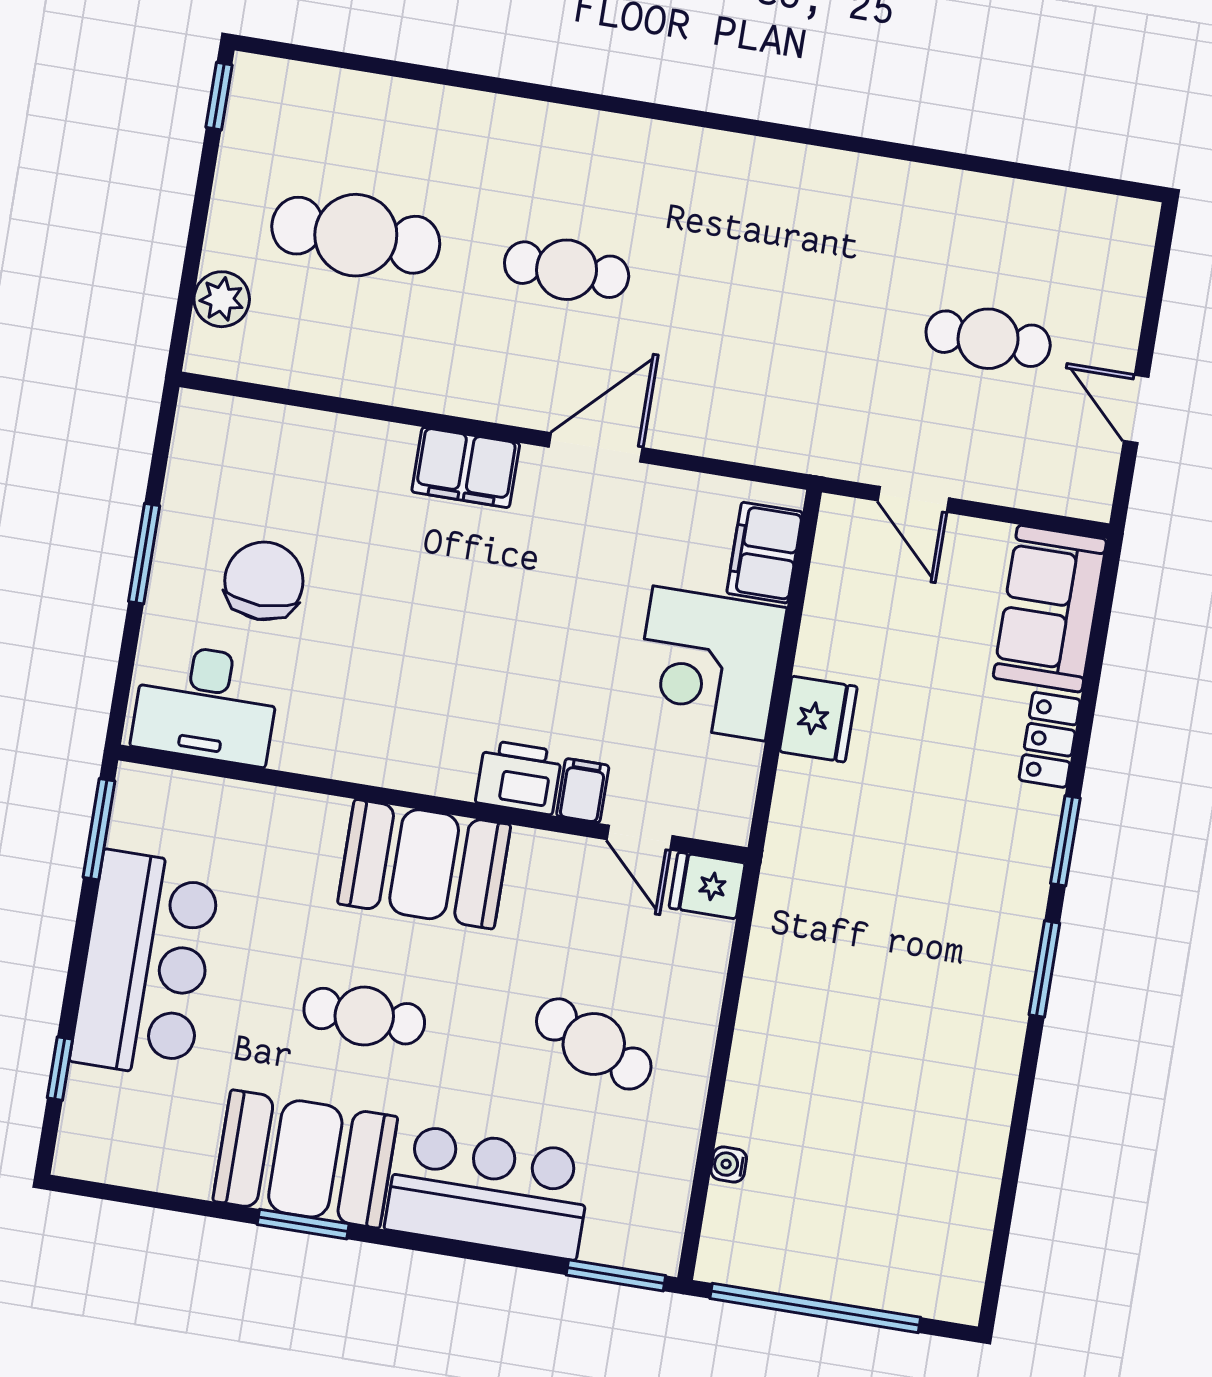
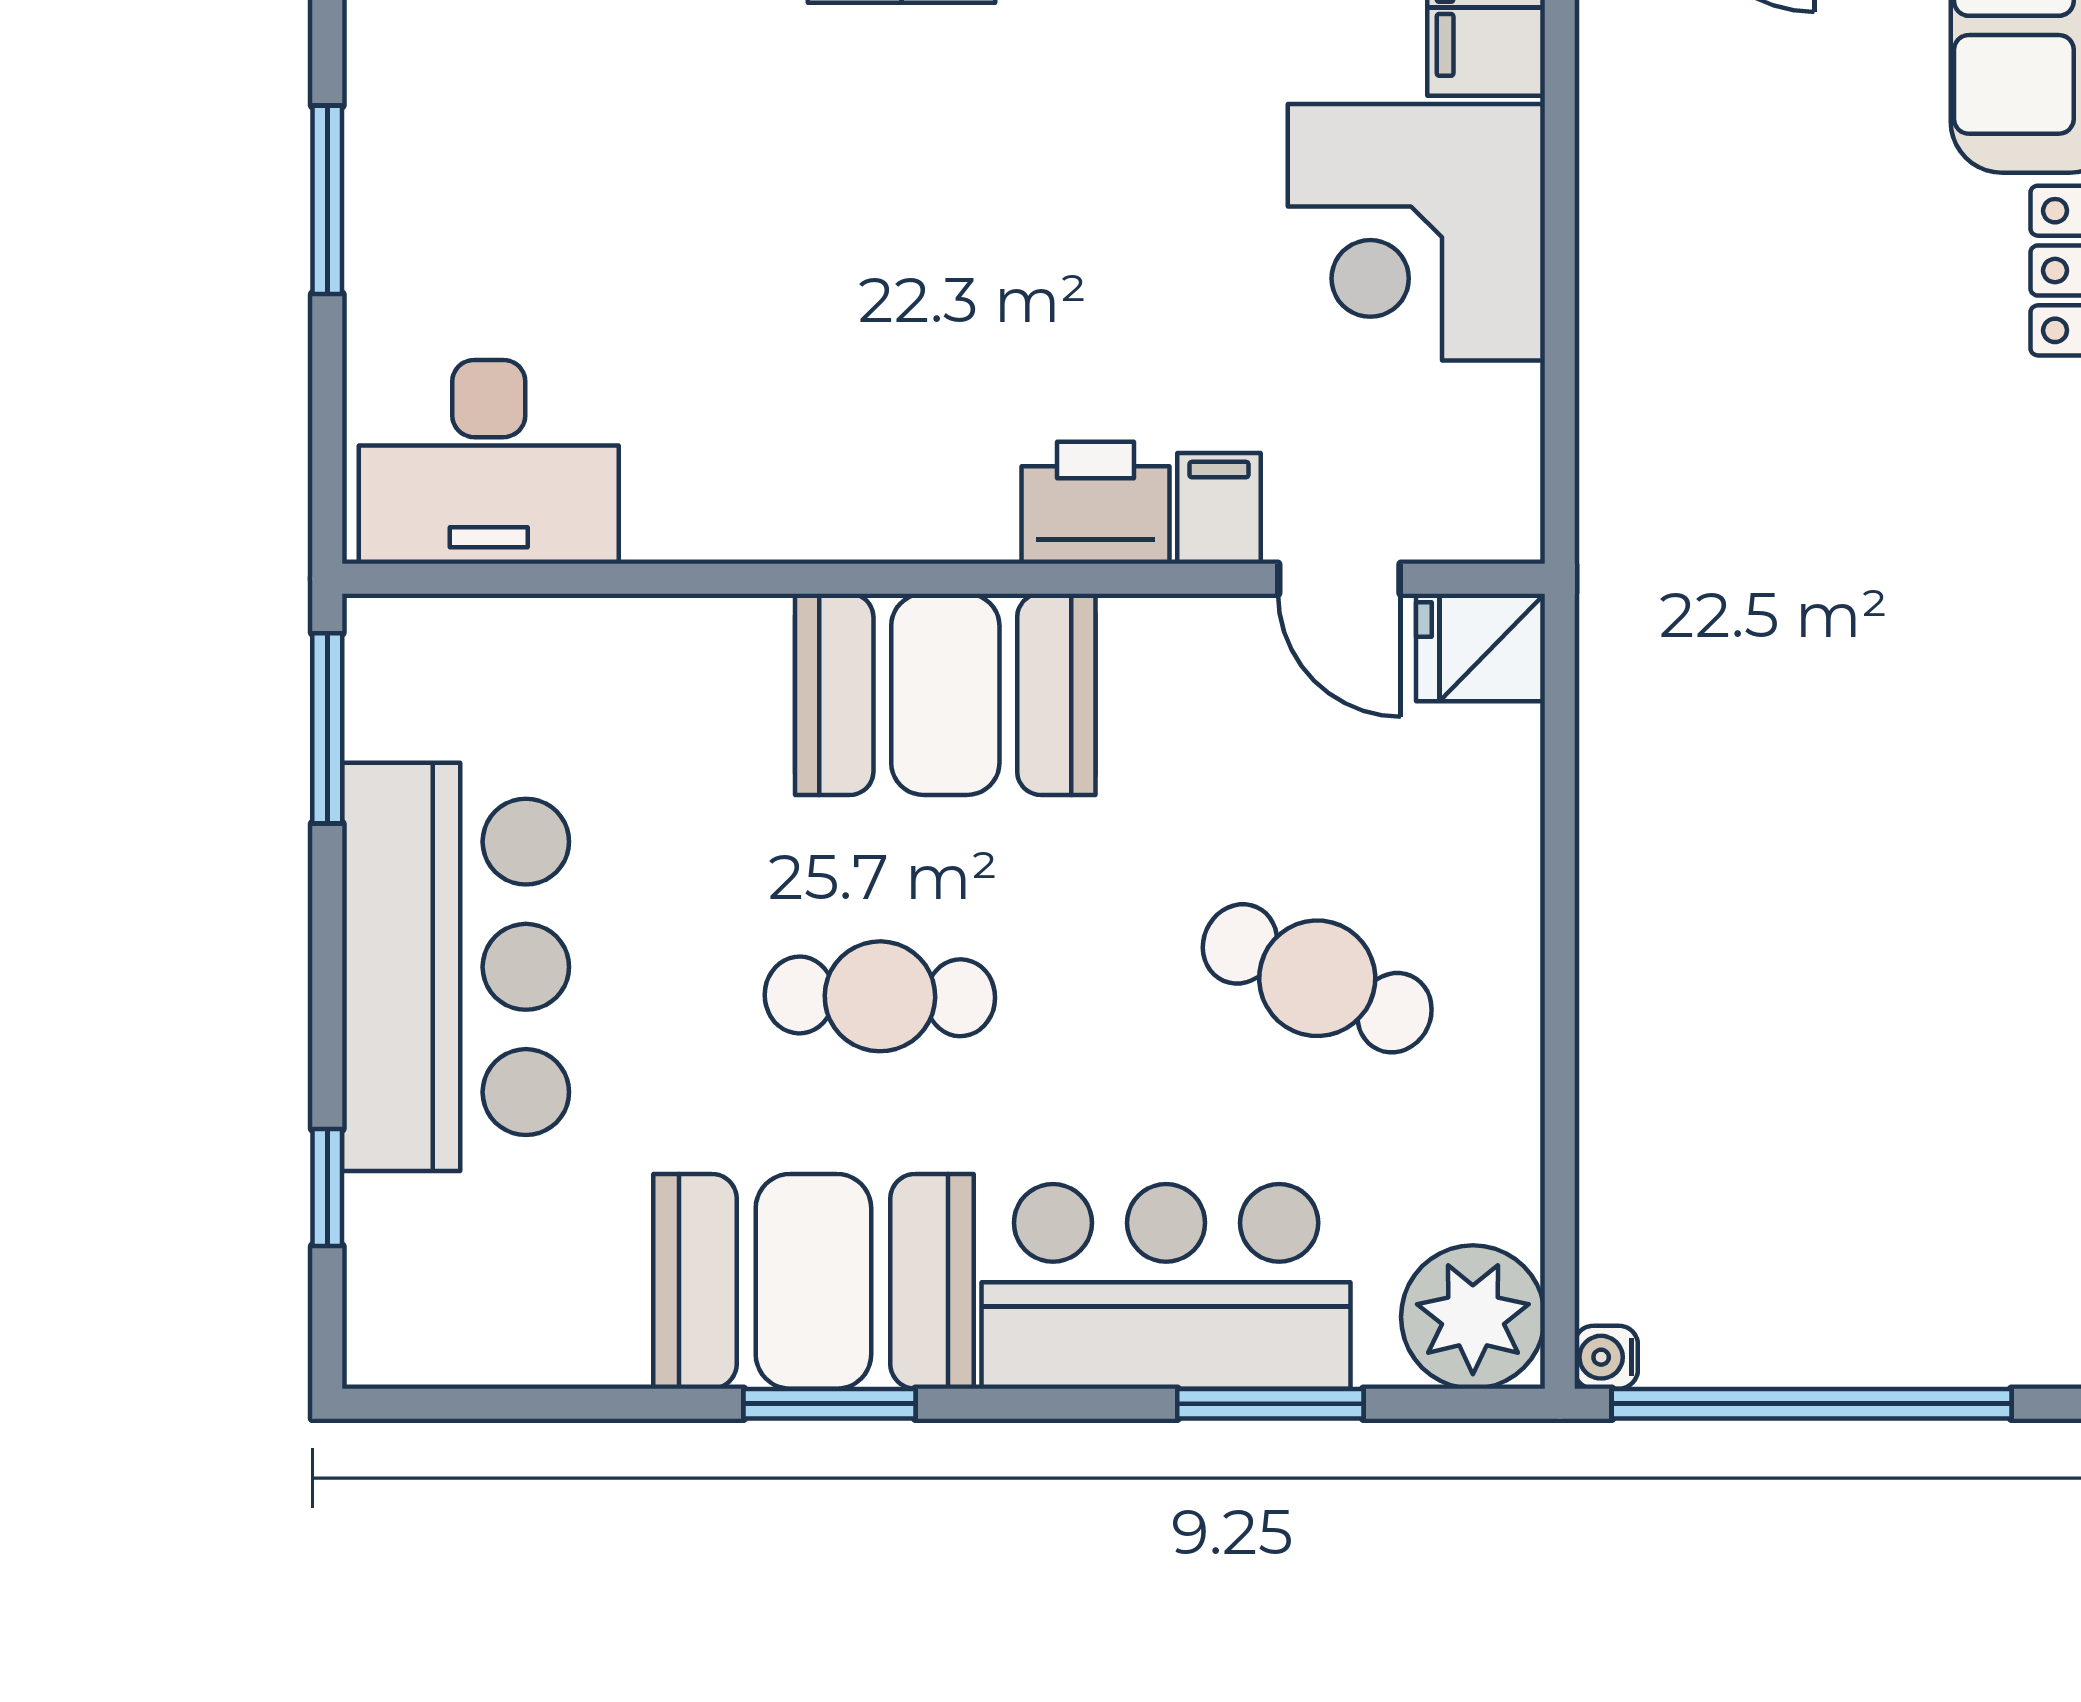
chair: (264, 581) -> (559, 214), removed
fridge: (818, 719) -> (1637, 303), removed
water cooler: (729, 1164) -> (1606, 1357), moved
plant: (646, 1234) -> (1473, 1317), added
window: (616, 1275) -> (1270, 1404), moved

